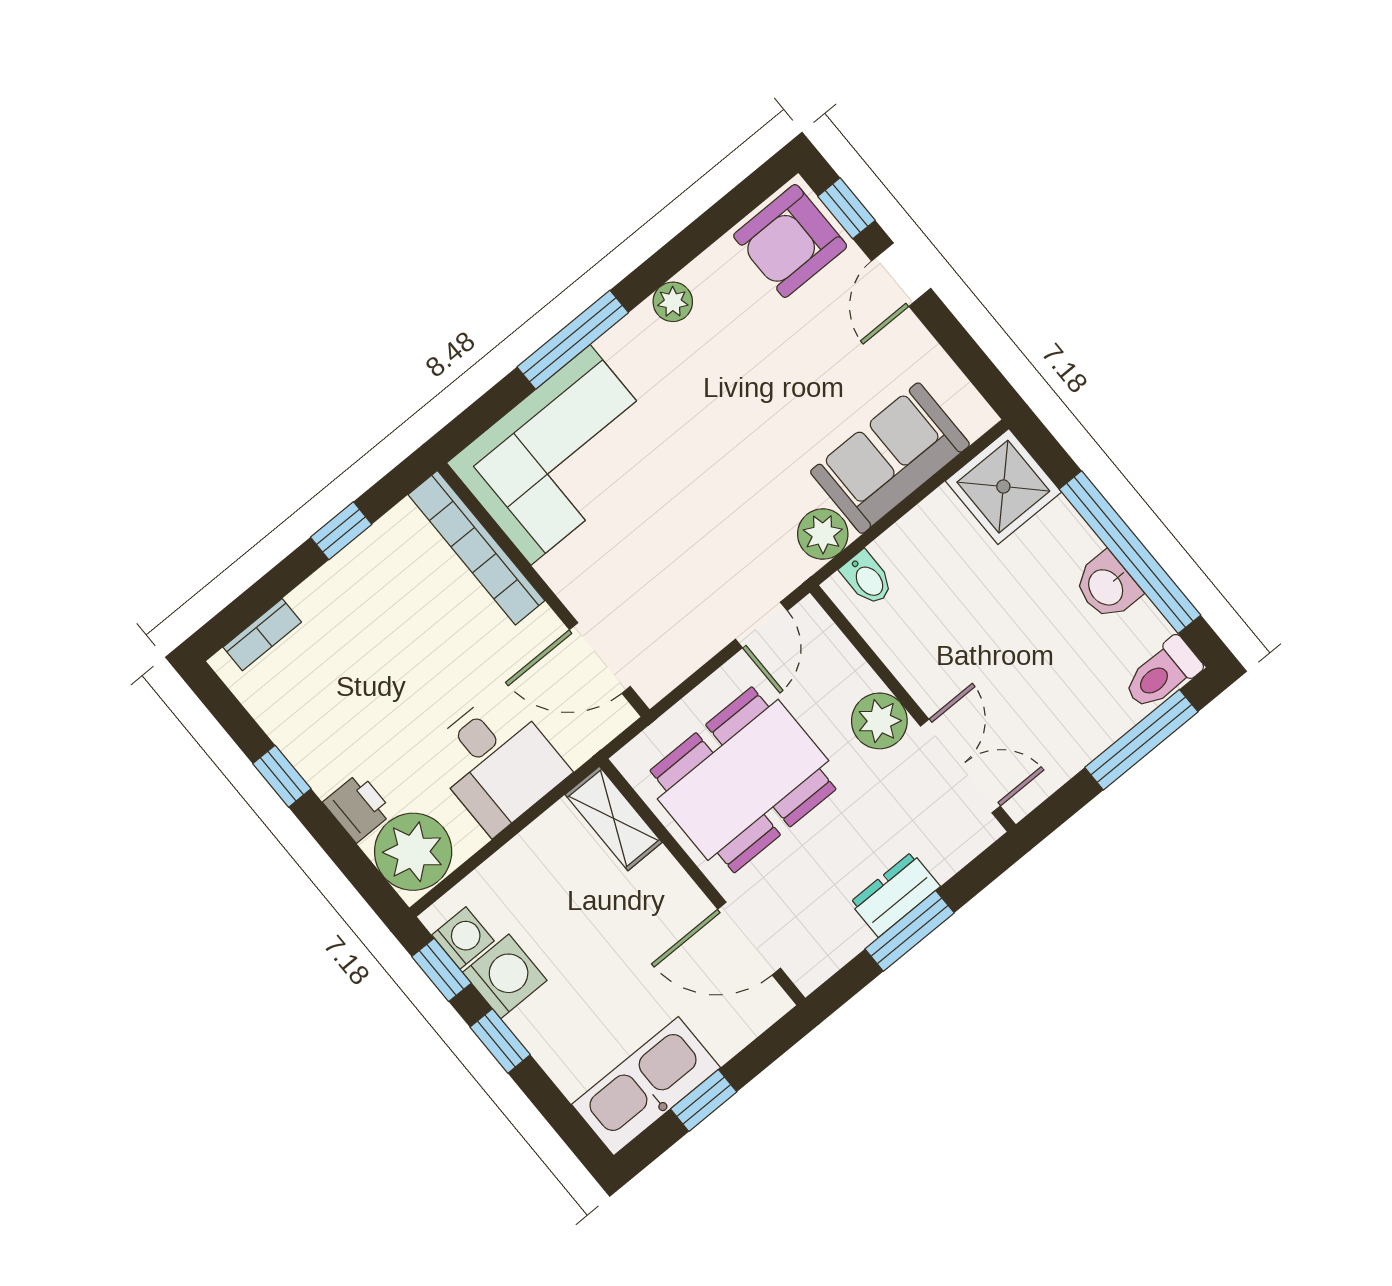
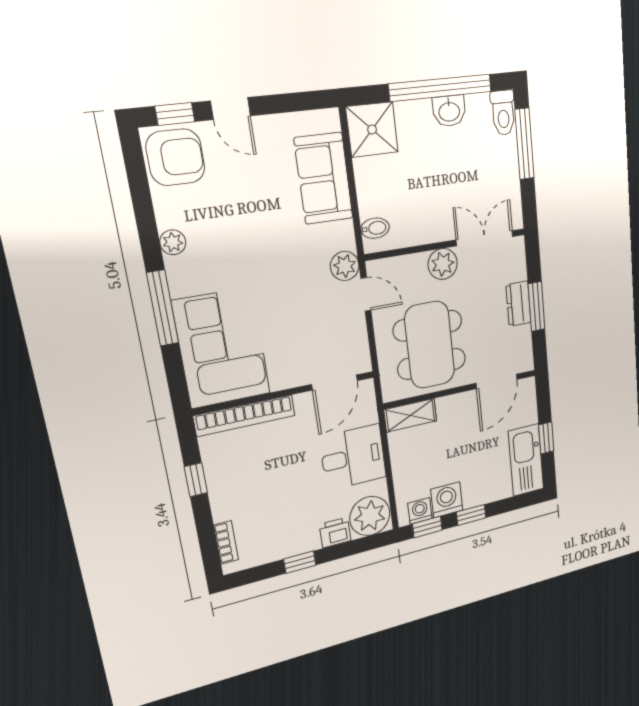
armchair: (790, 241) -> (176, 157), turned -90
plant: (823, 534) -> (345, 266), moved

